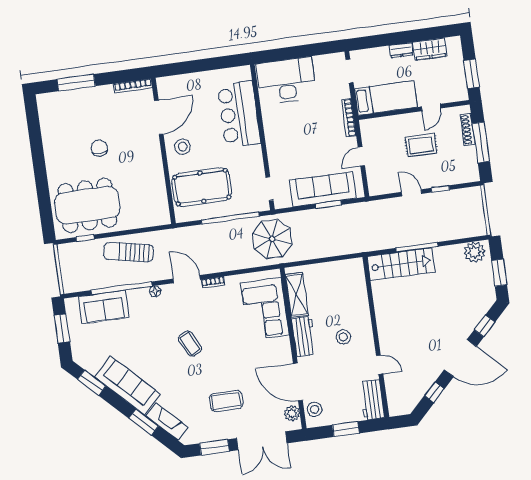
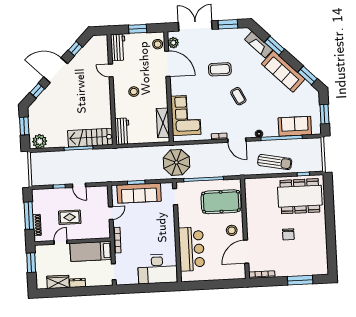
workbench: (304, 336) -> (122, 131), moved, turned 180
coffee table: (226, 401) -> (220, 69), moved

